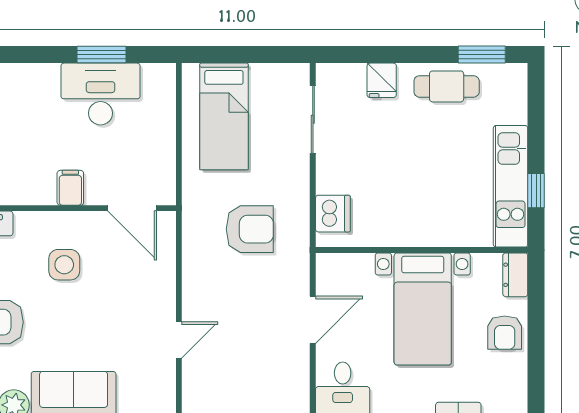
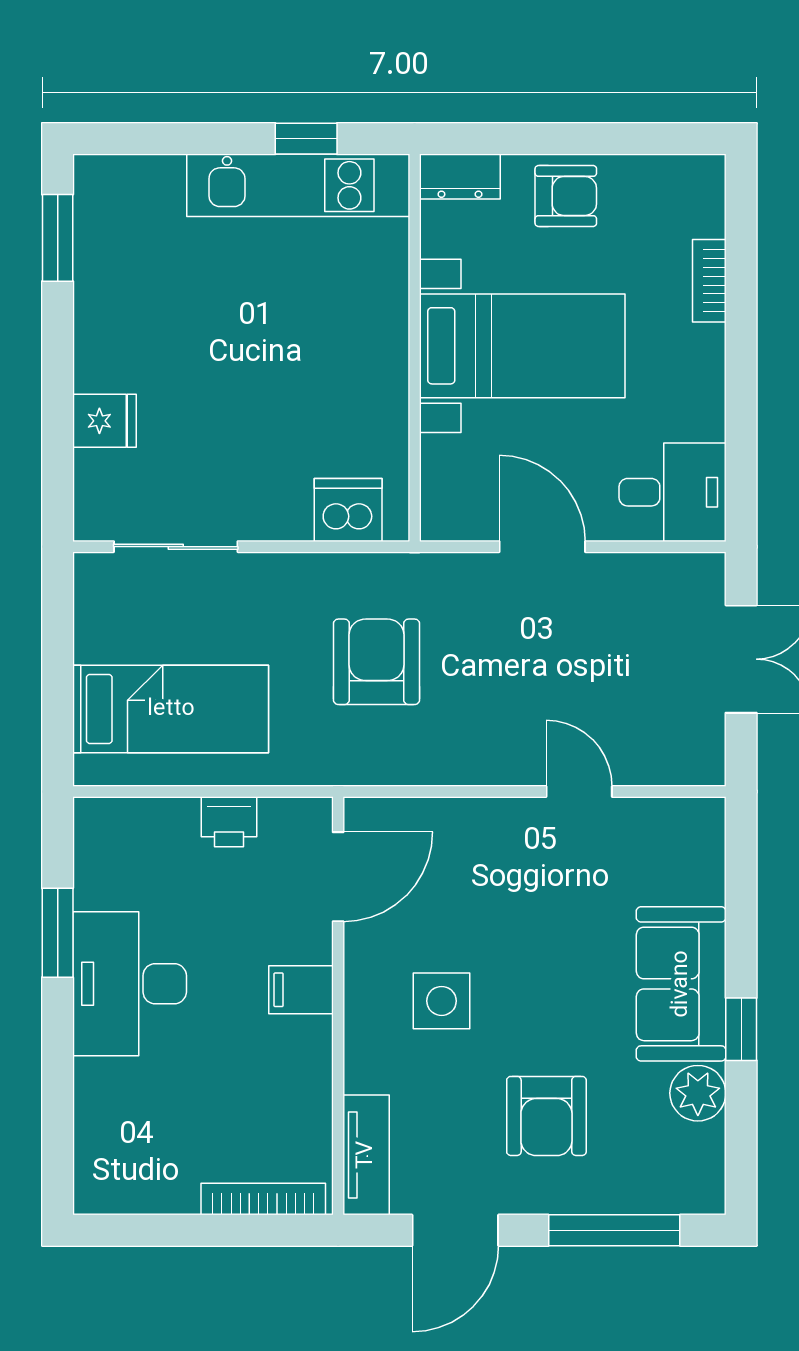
cafe table: (447, 86) -> (116, 302), removed
desk: (101, 94) -> (130, 984), moved
printer: (162, 148) -> (229, 822), added

